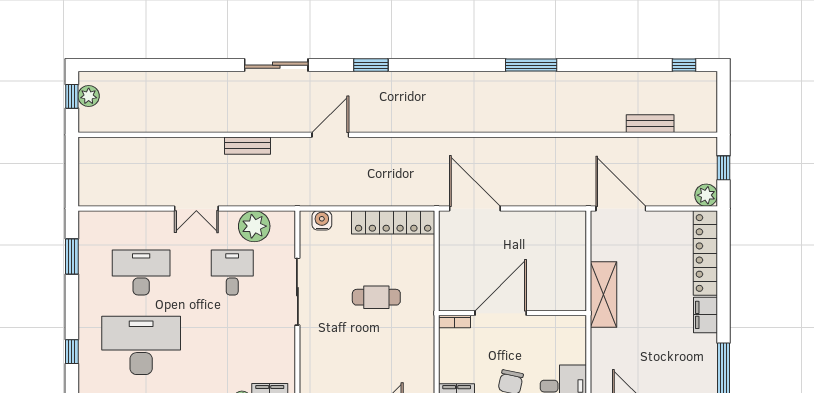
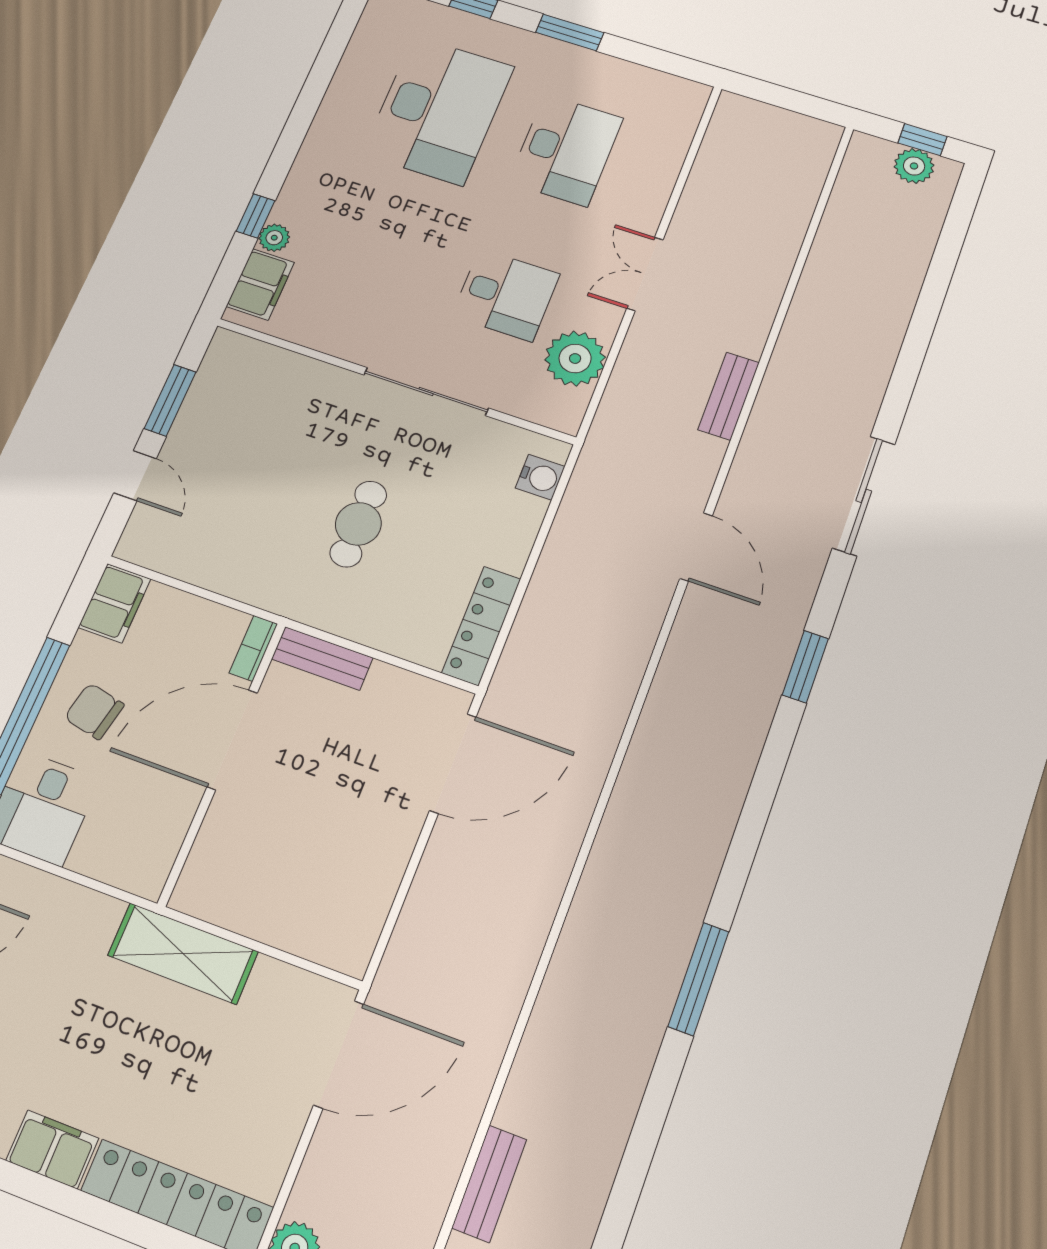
locker: (393, 222) -> (481, 626), width x0.71, depth x0.83
window: (72, 256) -> (570, 33), moved
bench: (448, 288) -> (322, 658), added
door: (501, 313) -> (232, 740), swing flipped

